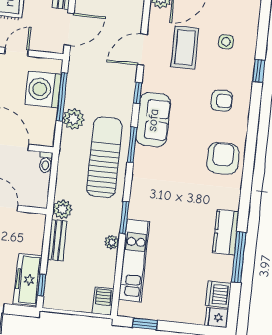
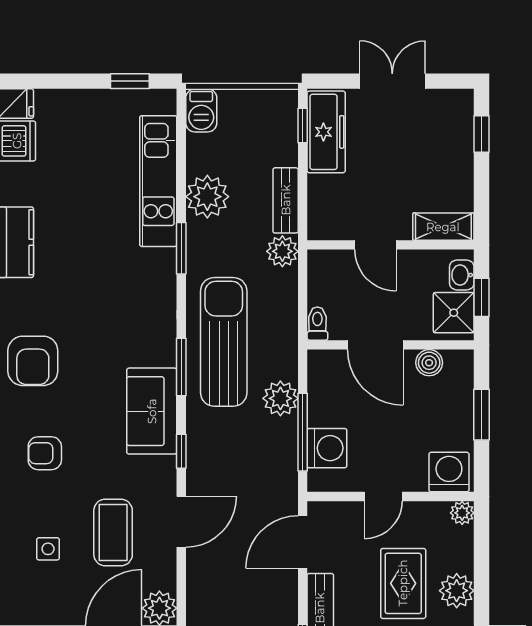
washing machine: (43, 89) -> (327, 448), width x0.73, depth x0.73
sun lounger: (104, 157) -> (224, 342), turned 180
plant: (112, 242) -> (207, 197), width x1.87, depth x1.87

